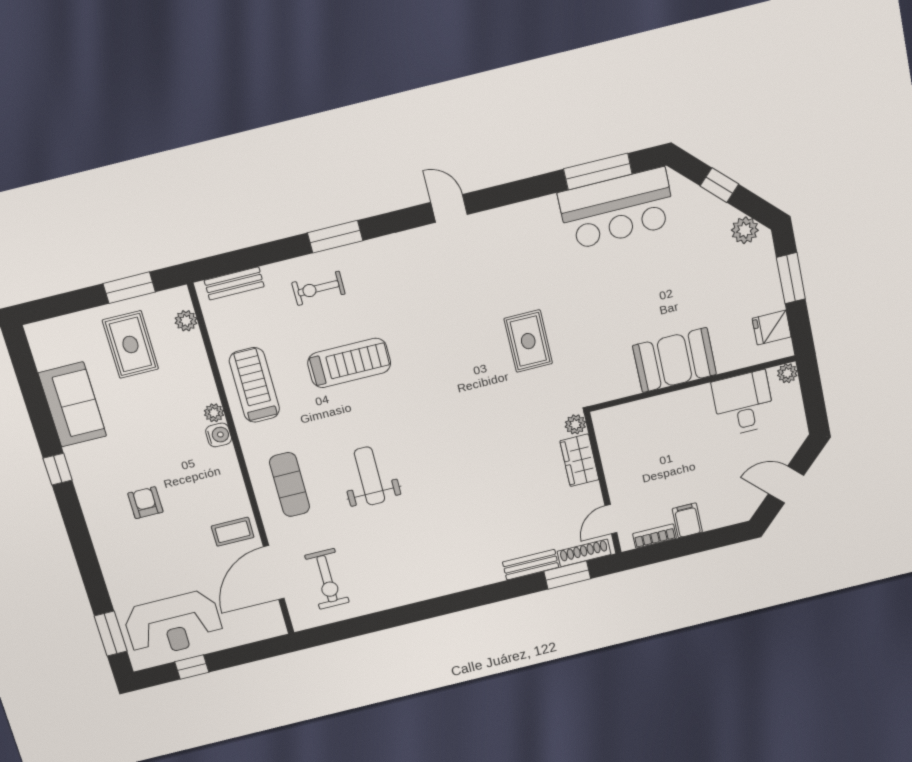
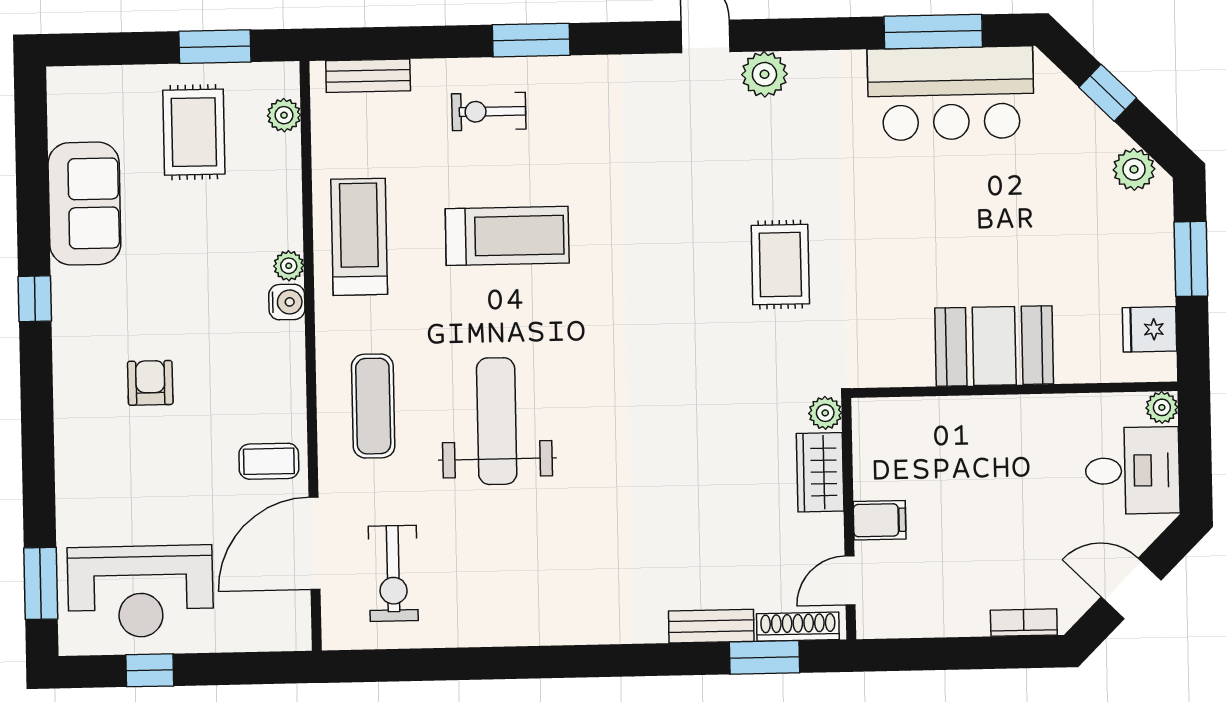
plant: (493, 224) -> (764, 74), added
desk: (743, 403) -> (1132, 471), moved, turned 90
weight bench: (370, 476) -> (497, 421), width x1.36, depth x1.33
filing cabinet: (687, 520) -> (880, 520), moved, turned 90
bookcase: (655, 536) -> (1024, 623), moved

